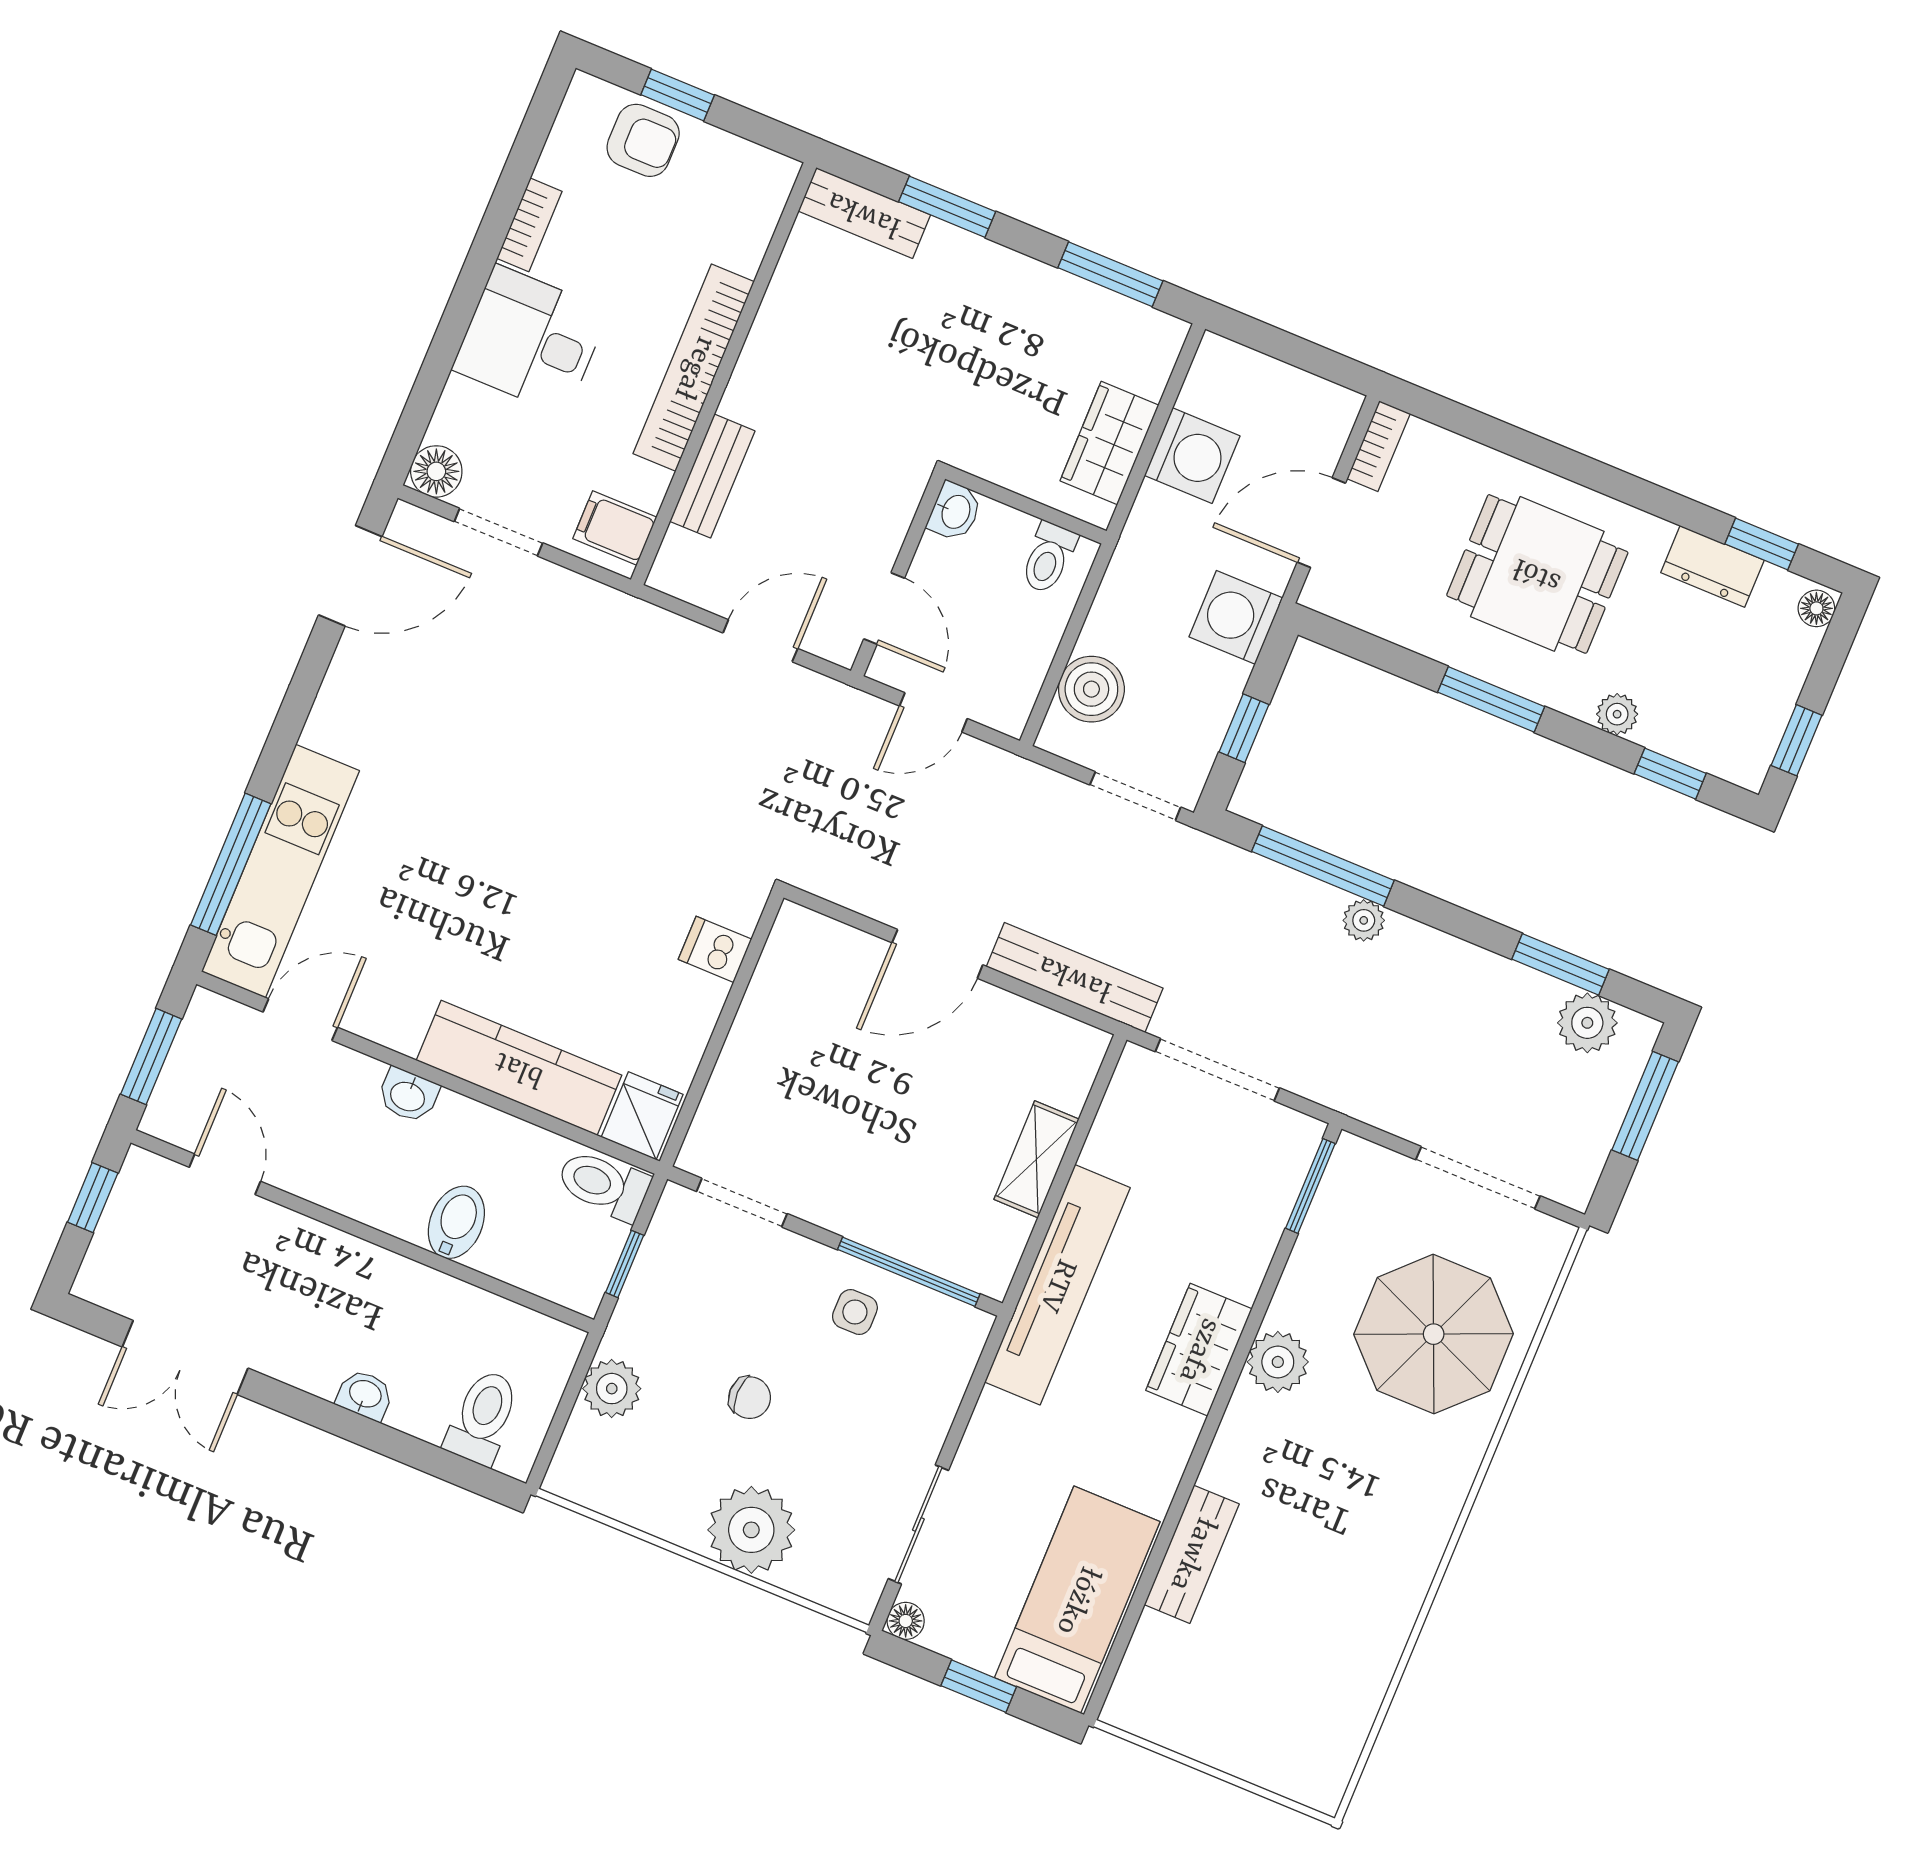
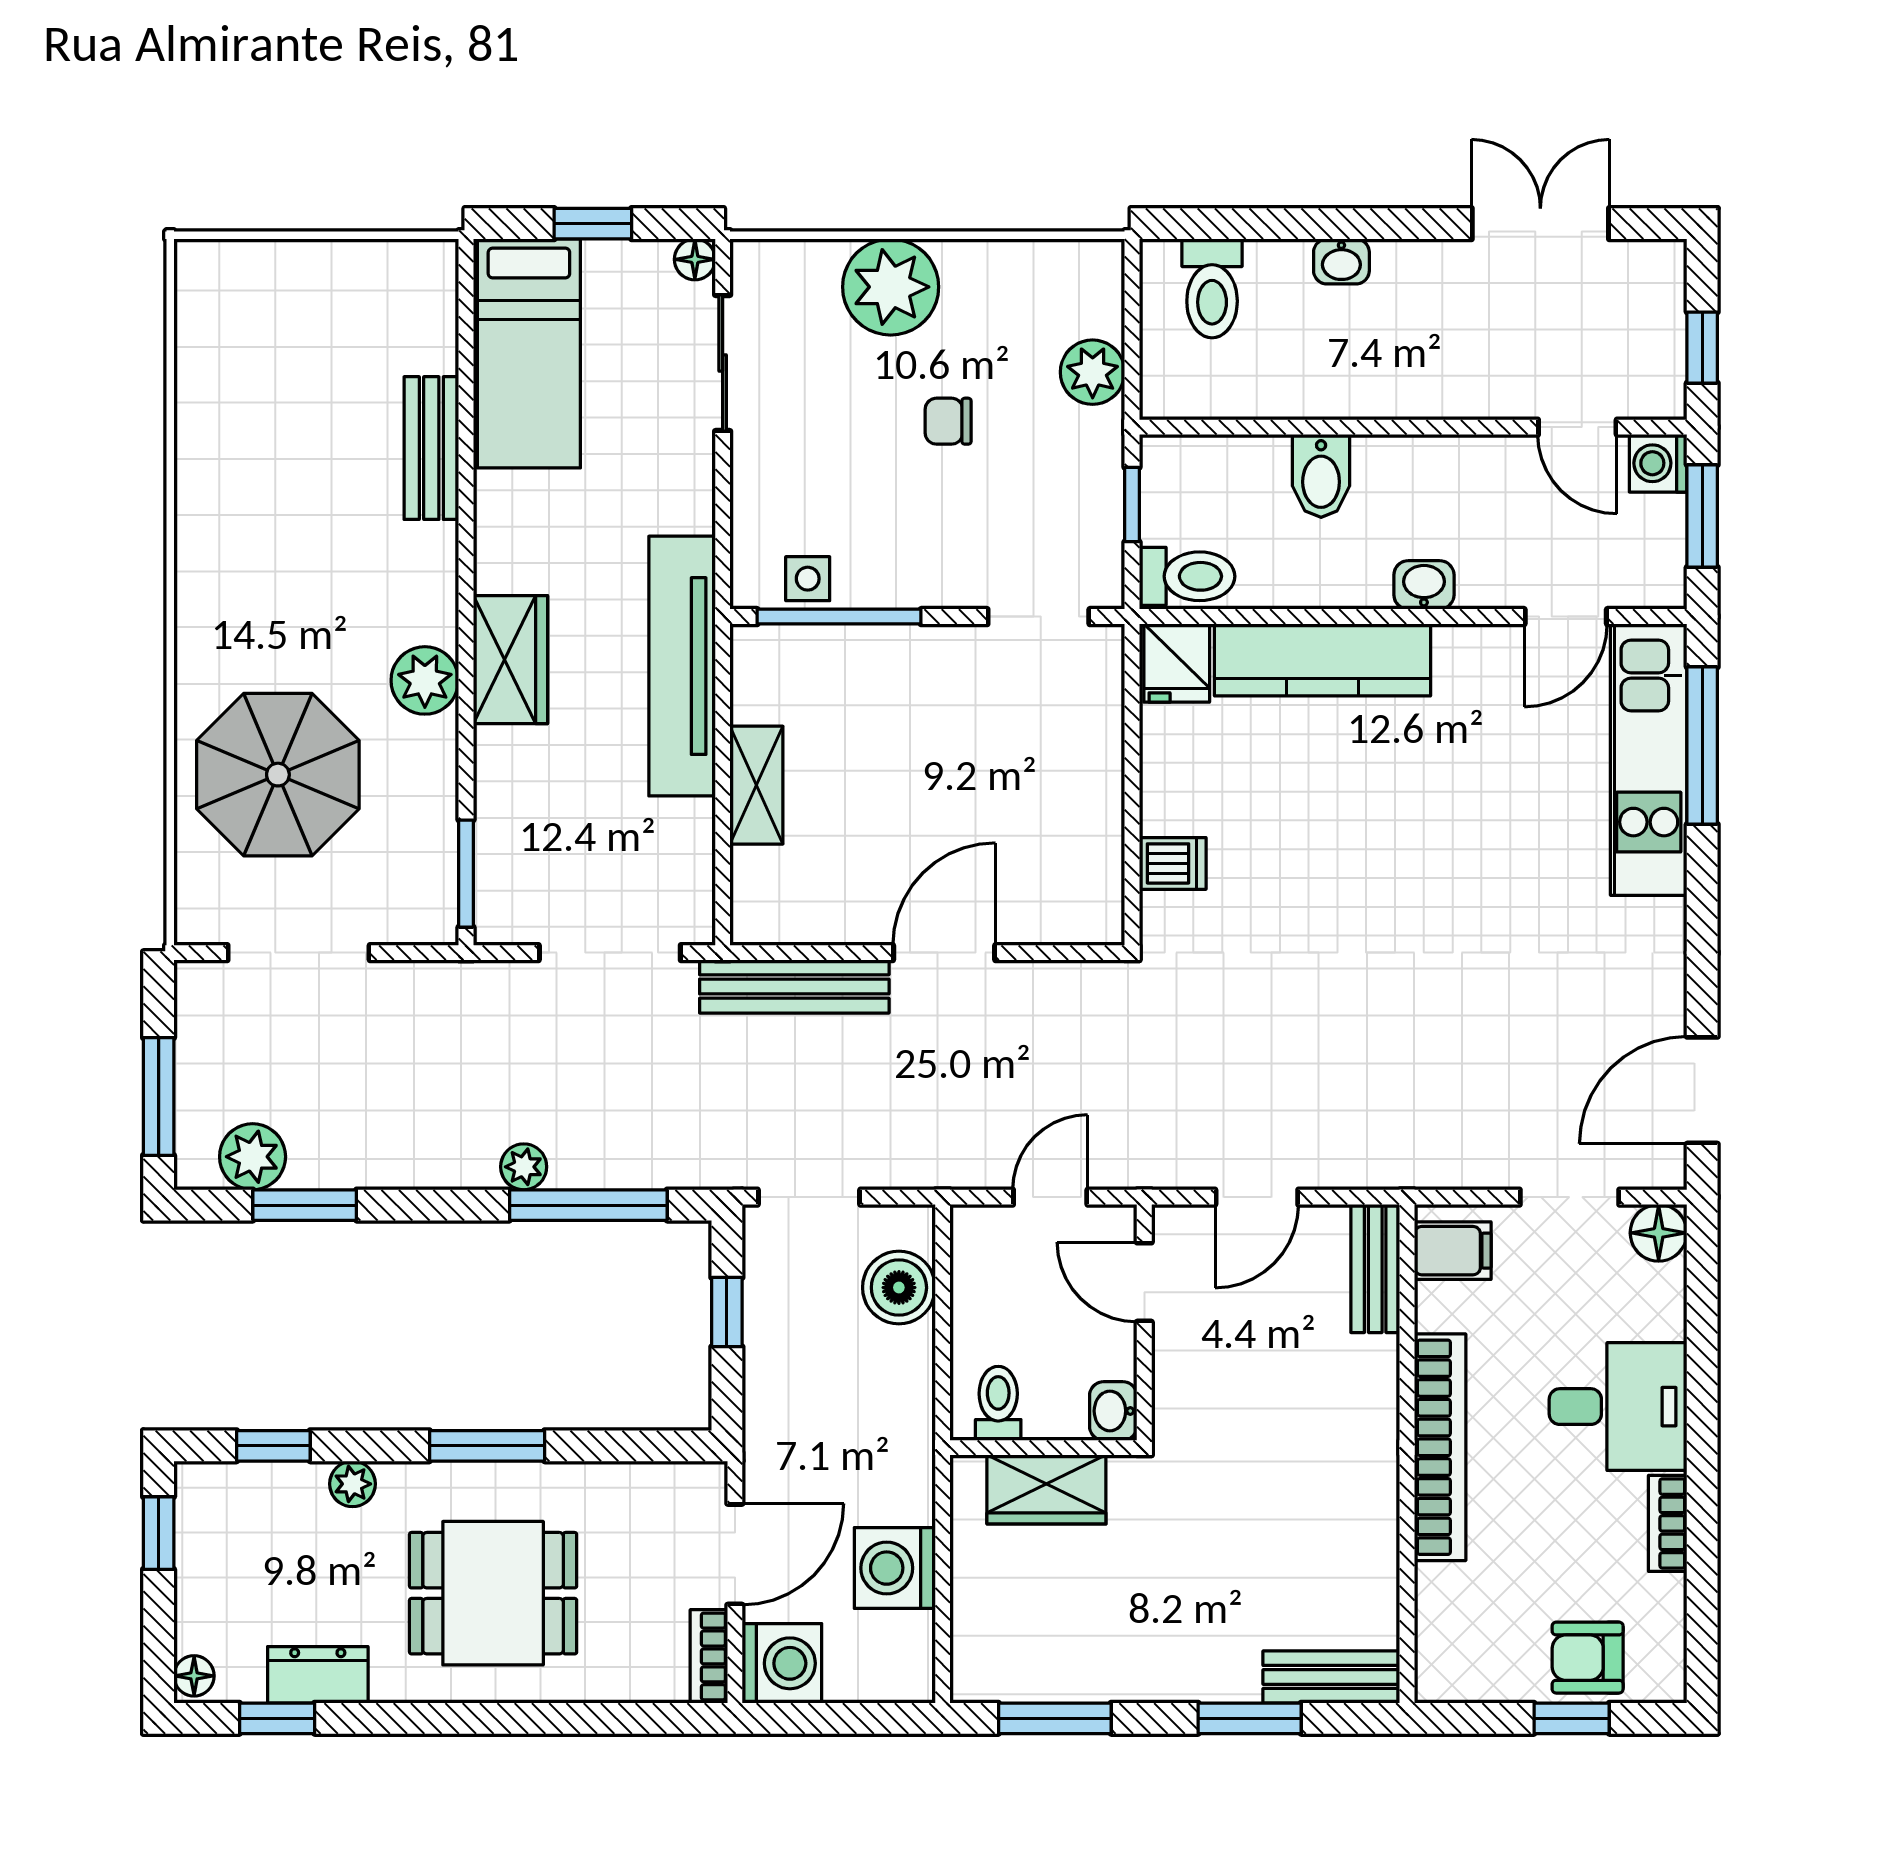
wardrobe: (1109, 443) -> (1046, 1489), moved, turned 90
bench: (712, 476) -> (1375, 1268), moved
washing machine: (1236, 617) -> (782, 1663), moved
washing machine: (170, 1116) -> (1658, 463), added
side table: (855, 1312) -> (808, 579), moved

